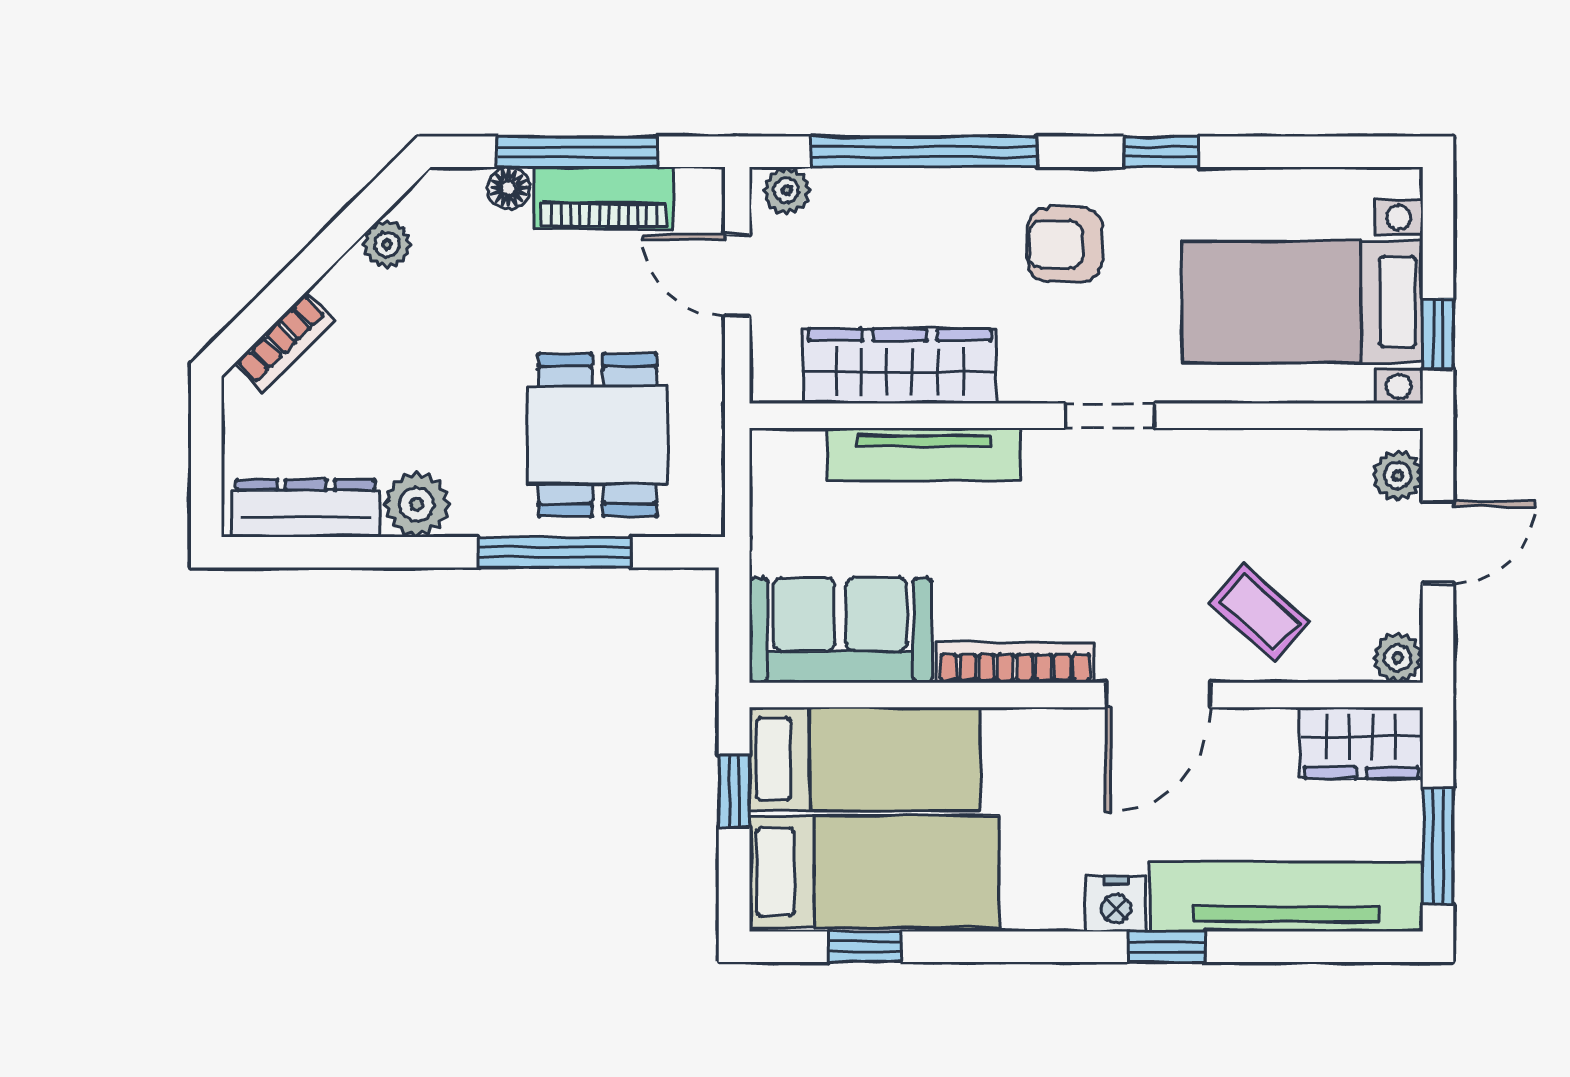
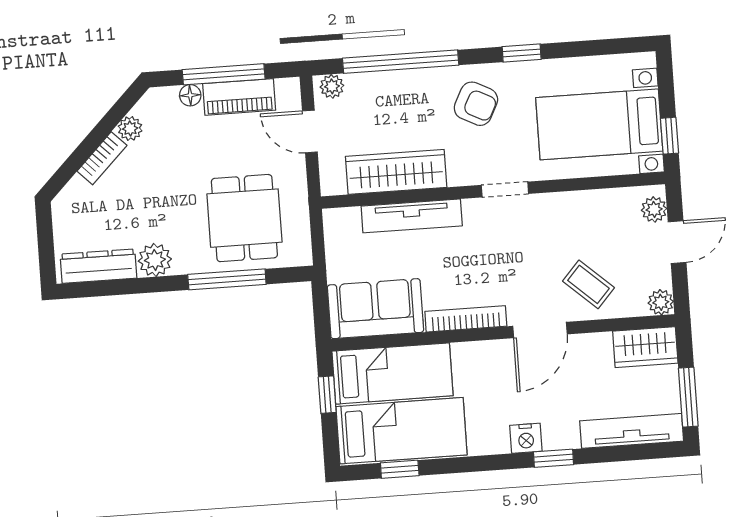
armchair: (1065, 244) -> (476, 104), turned -153
bookcase: (284, 342) -> (102, 158), moved
tv unit: (1287, 897) -> (632, 431), width x0.73, depth x0.78

